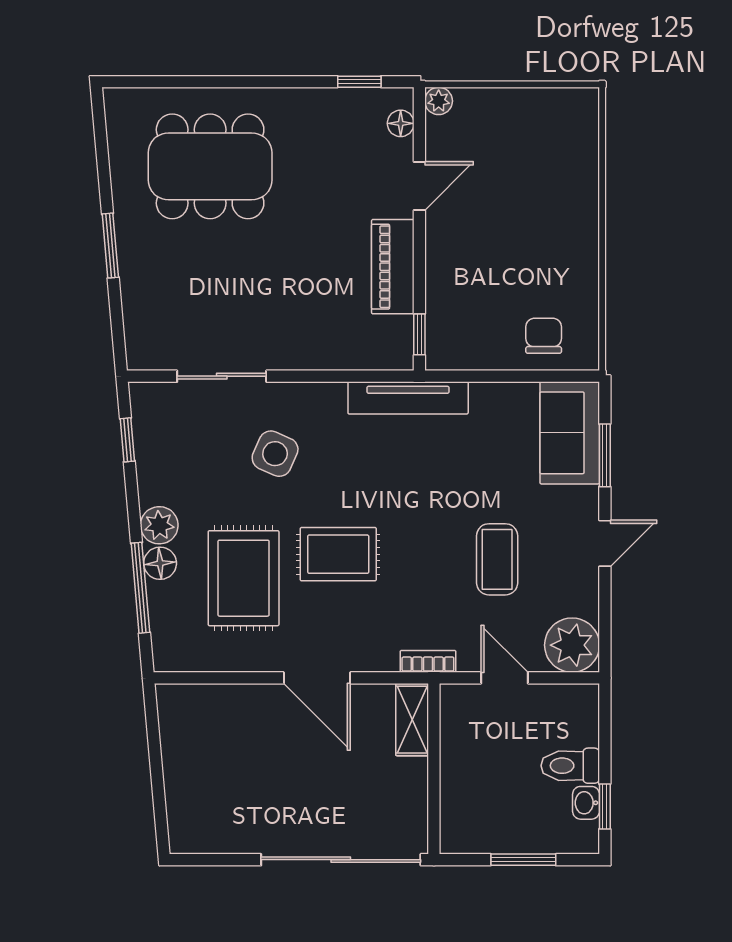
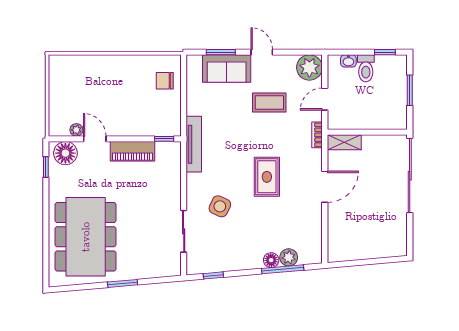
plant: (439, 101) -> (76, 130), moved
floor lamp: (401, 123) -> (65, 153), width x1.89, depth x1.89
dining table: (210, 166) -> (86, 237), width x1.36, depth x1.24
sofa: (570, 433) -> (227, 69), moved
plant: (159, 525) -> (289, 257), moved
rug: (244, 578) -> (278, 221), removed
washbasin: (586, 803) -> (348, 61), moved

